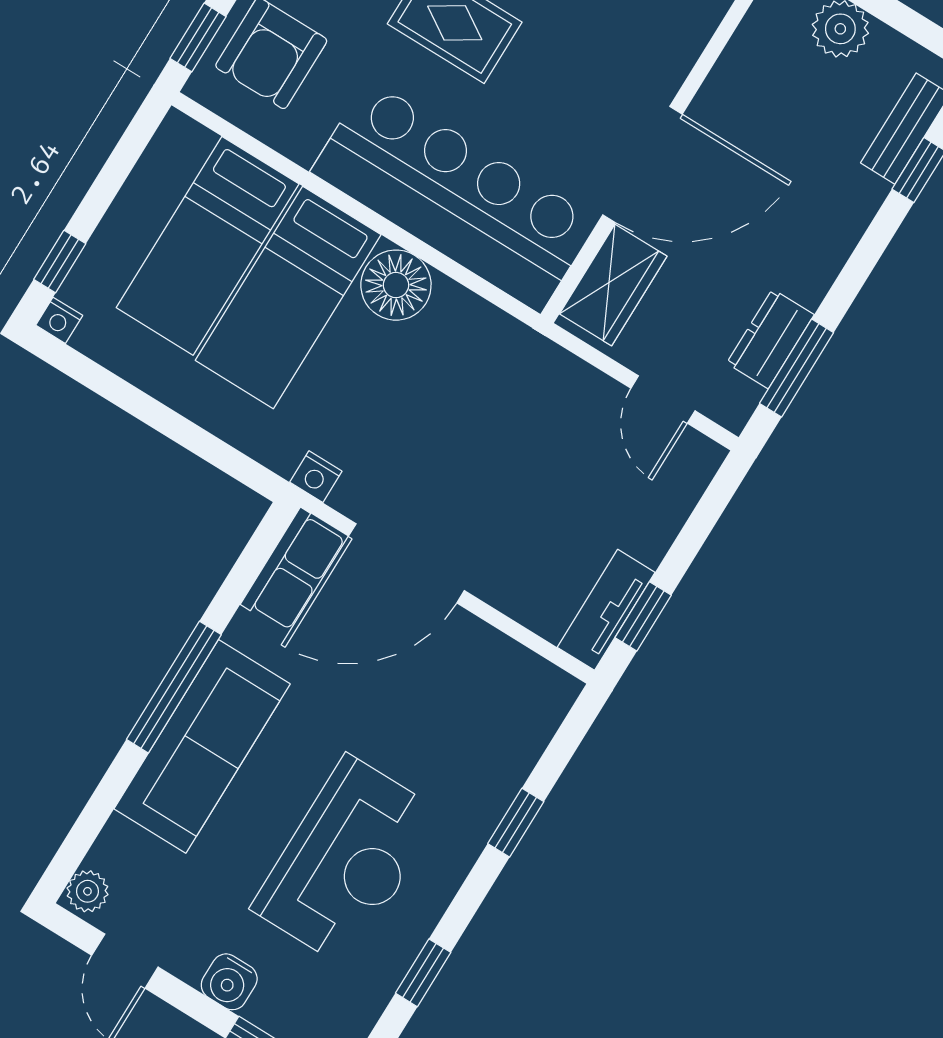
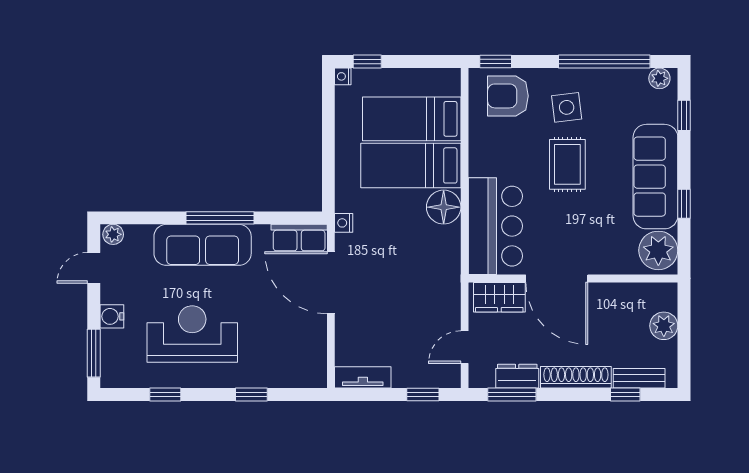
bar counter: (454, 196) -> (495, 226), width x0.73
shoe rack: (836, 238) -> (576, 377), added
window: (643, 616) -> (423, 395), moved
reception desk: (346, 861) -> (192, 334), turned 180

